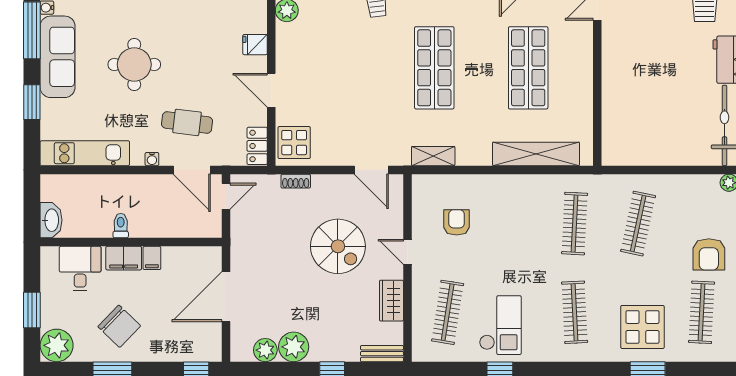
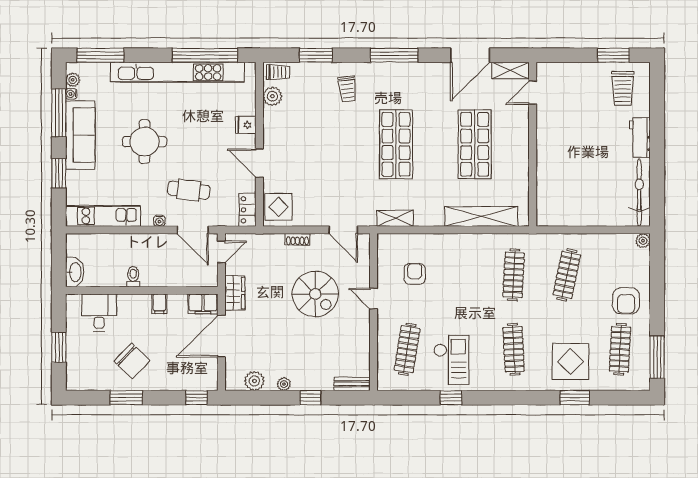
shoe rack: (296, 181) -> (297, 239), moved
filing cabinet: (124, 258) -> (203, 304), moved
wardrobe: (391, 301) -> (235, 293), moved, turned 180
plant: (57, 345) -> (79, 377), removed
plant: (294, 347) -> (284, 384), width x0.53, depth x0.53

